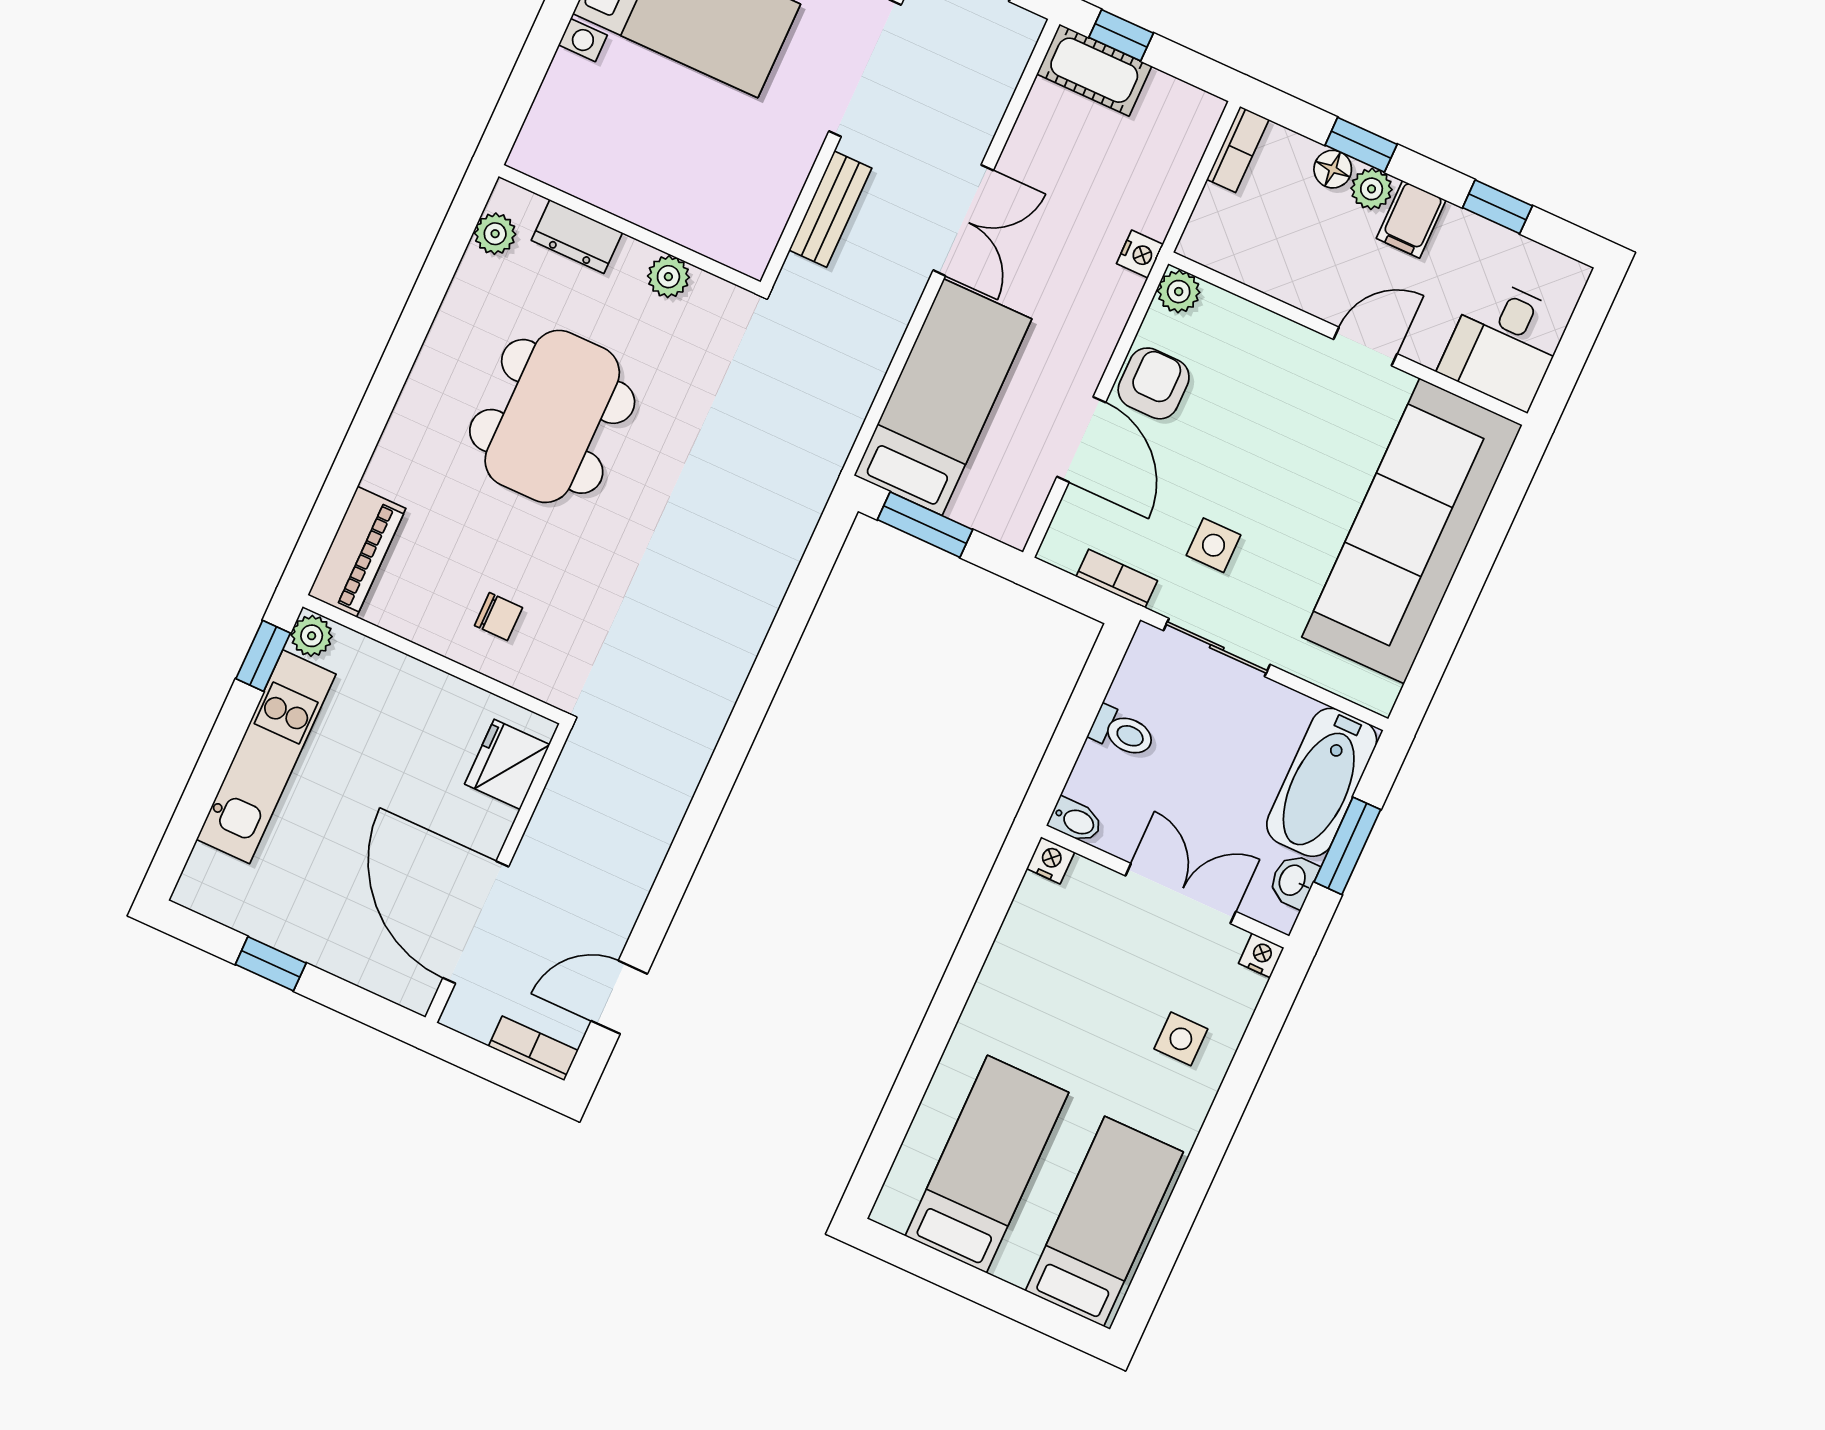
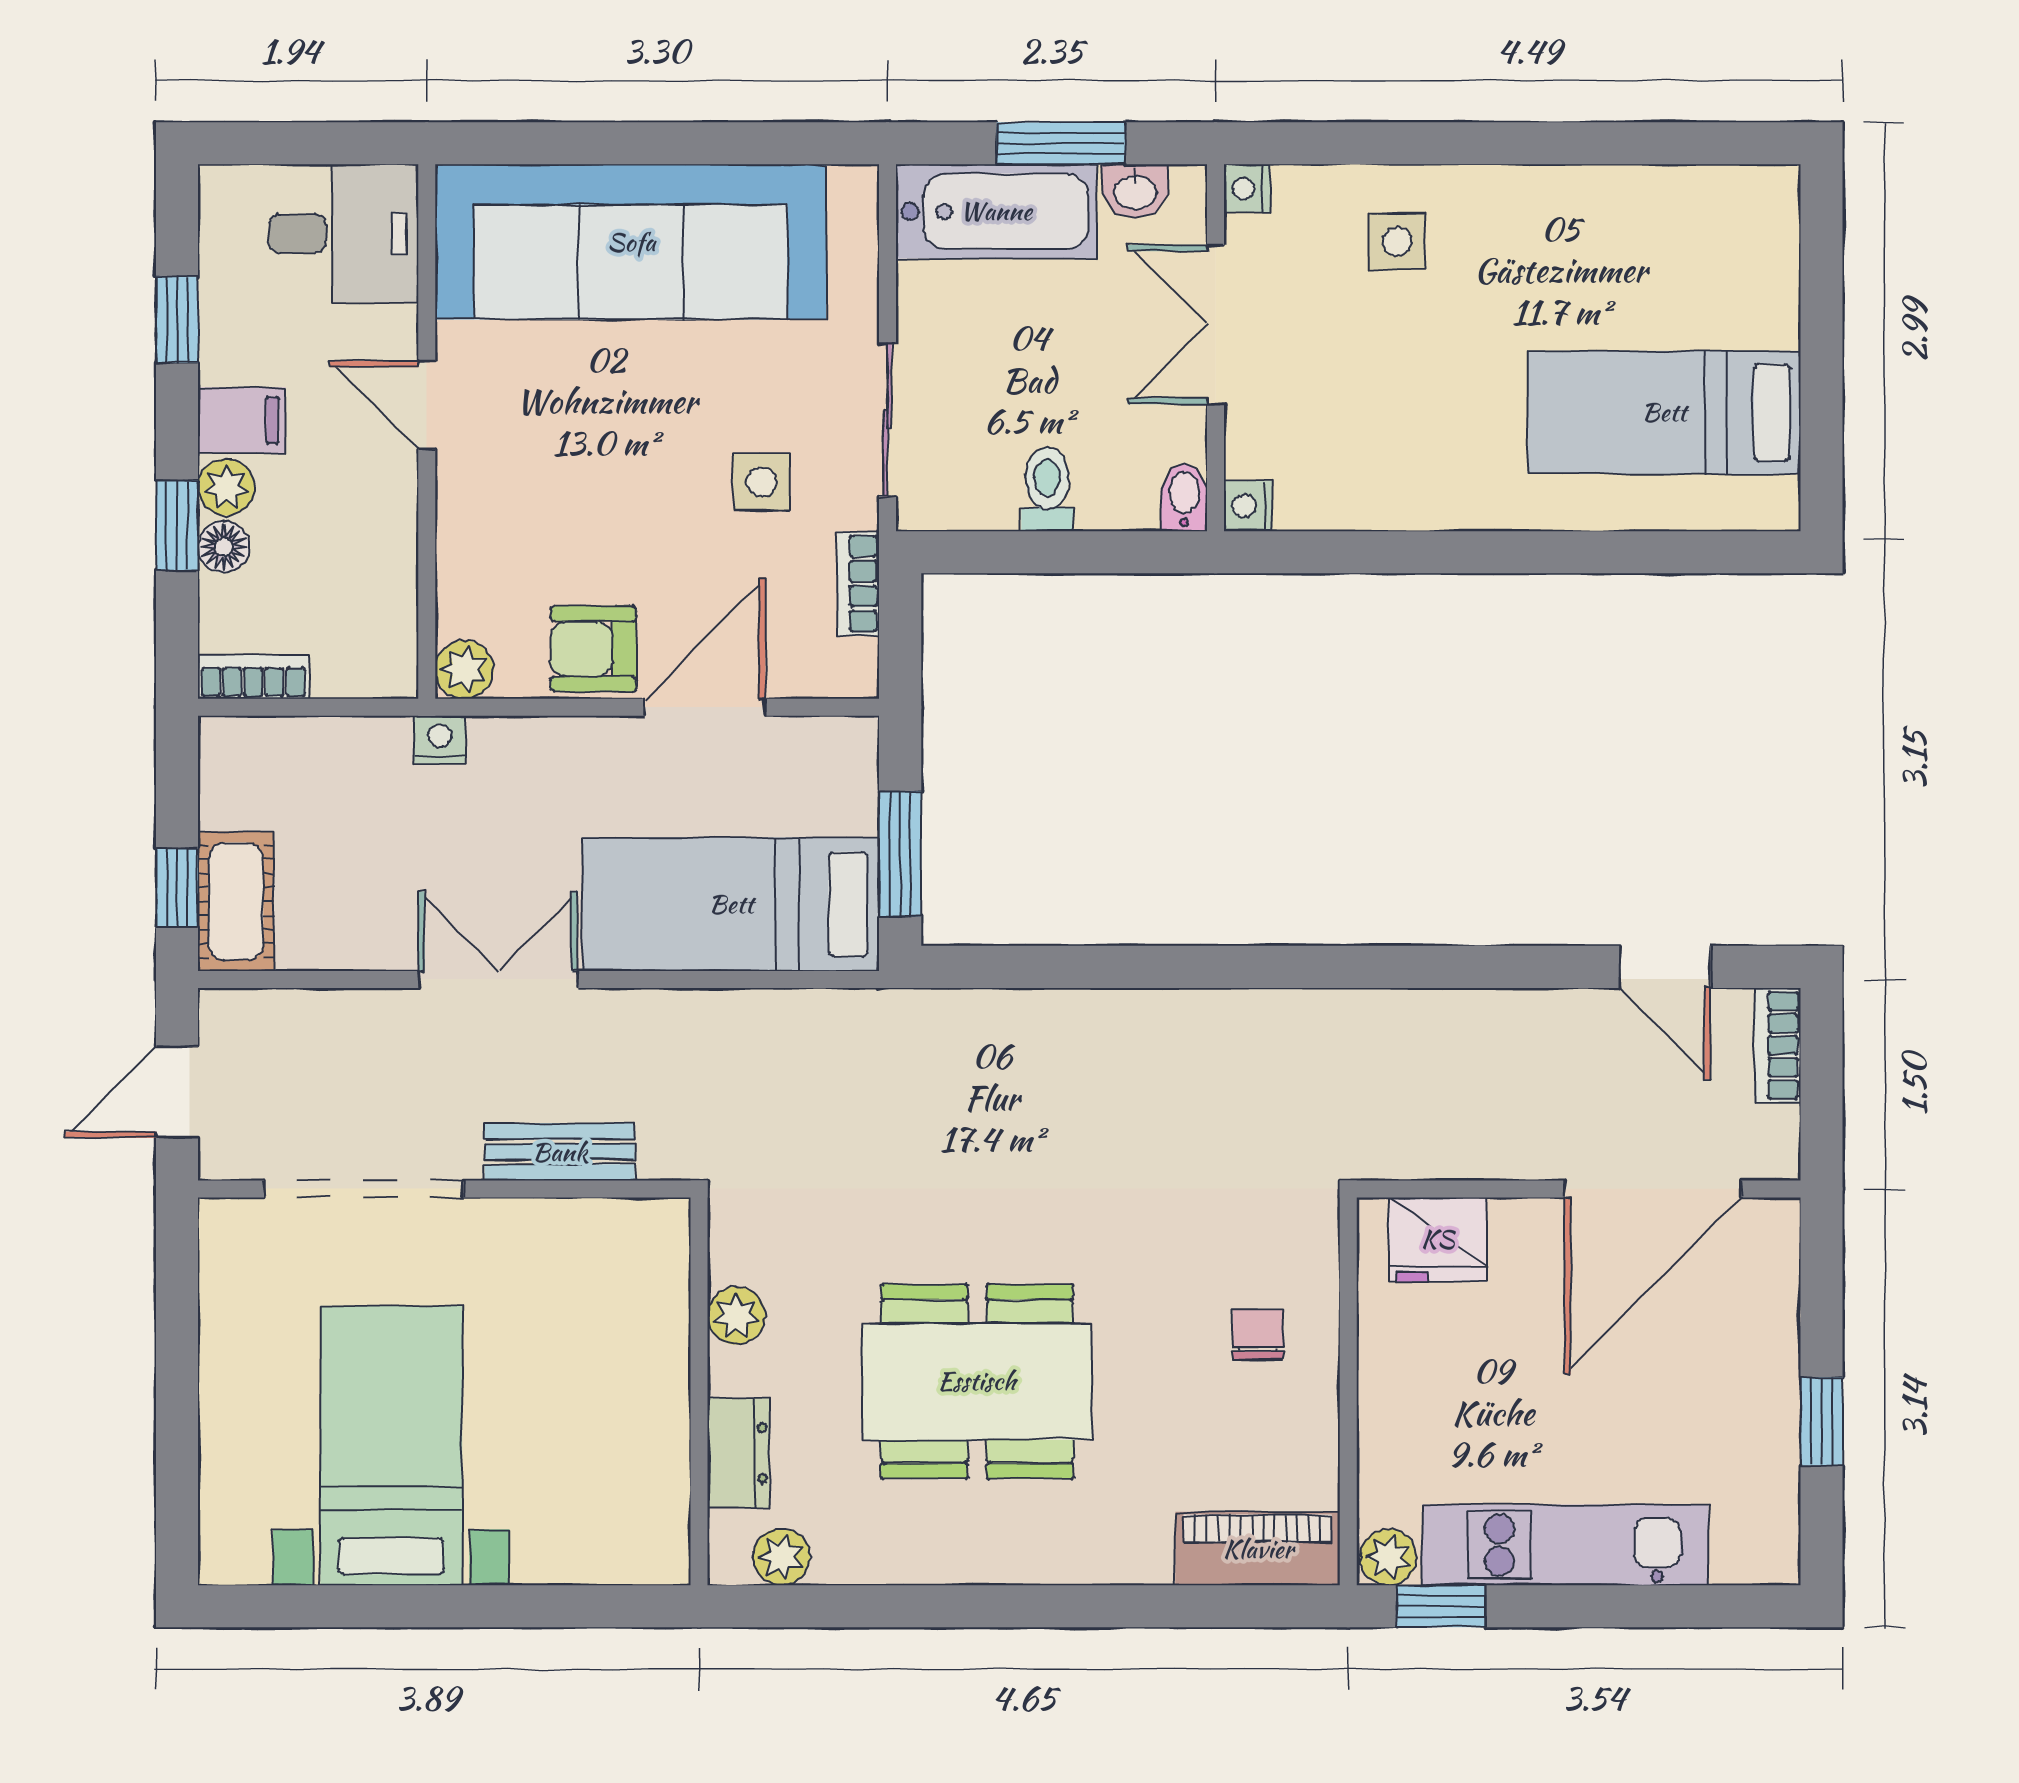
bed: (1104, 1221) -> (1669, 233), removed

